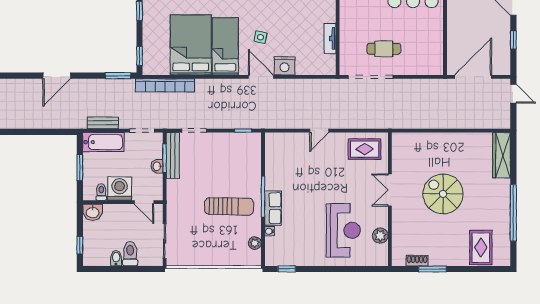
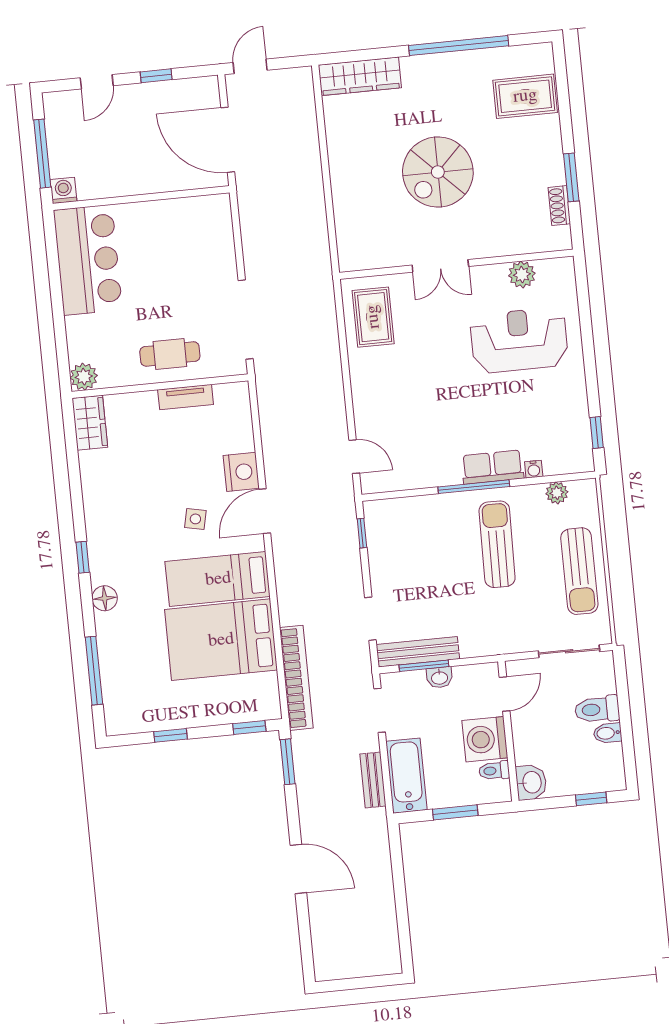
cafe table: (384, 49) -> (170, 354), moved, turned 90
door: (319, 131) -> (354, 457), moved
sun lounger: (209, 251) -> (579, 571), added

